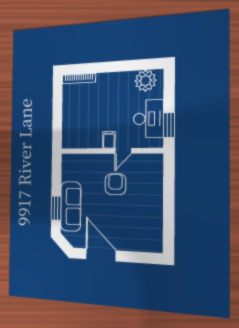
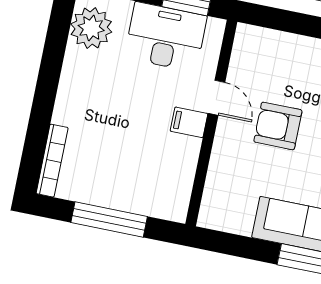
window: (57, 112) -> (109, 219), added

